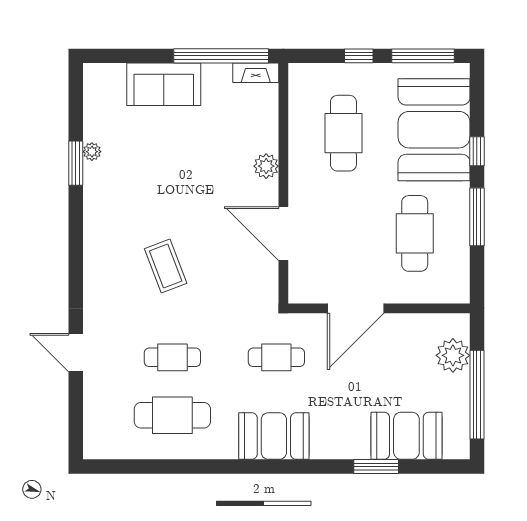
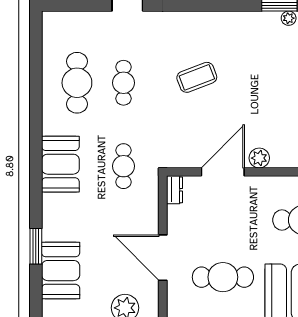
plant: (266, 166) -> (259, 158), moved
dresser: (306, 294) -> (174, 190), added
door: (356, 308) -> (163, 258), moved

